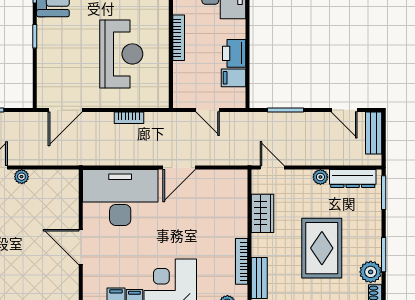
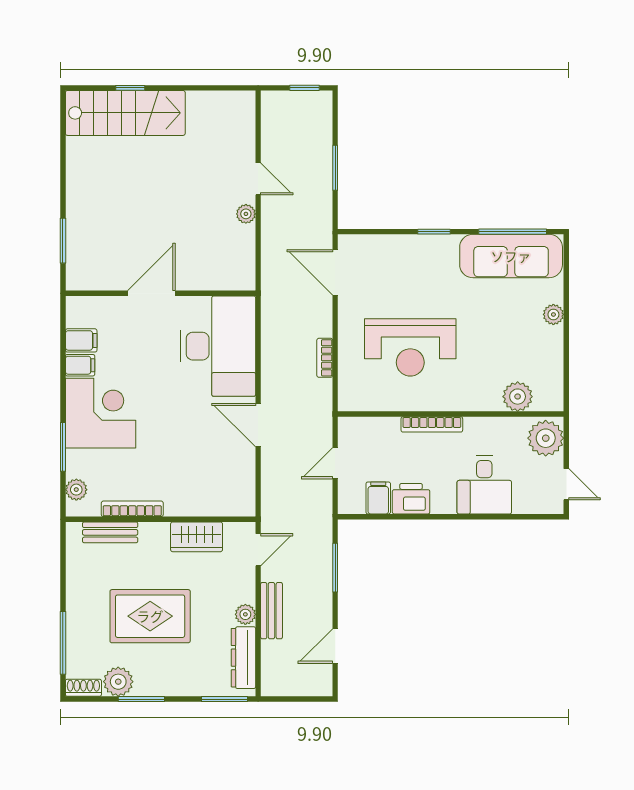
bench: (374, 133) -> (271, 611), moved, turned 90

